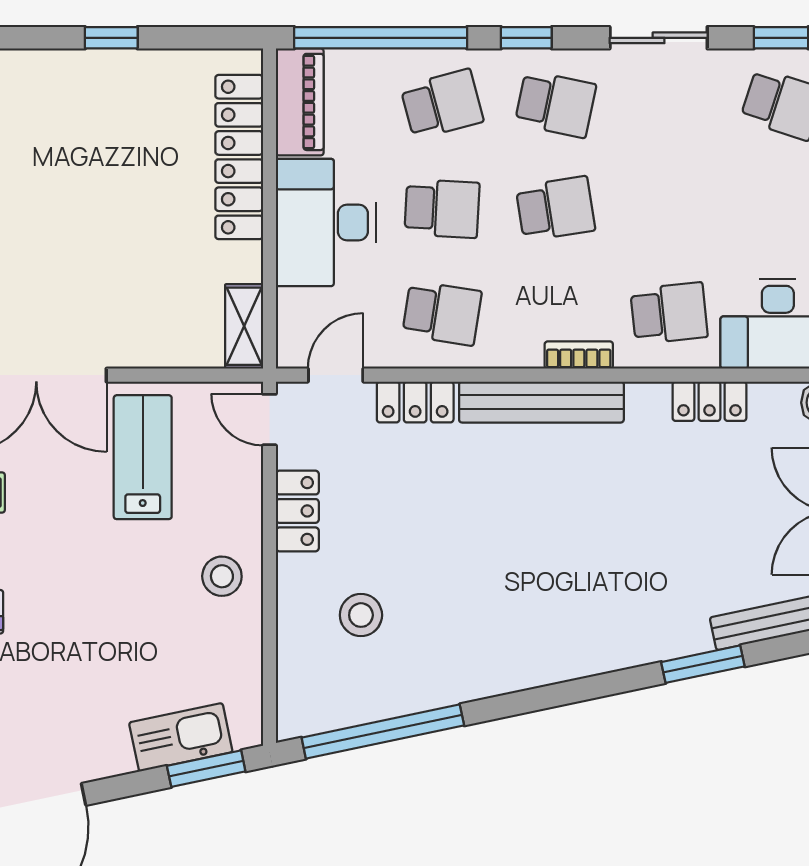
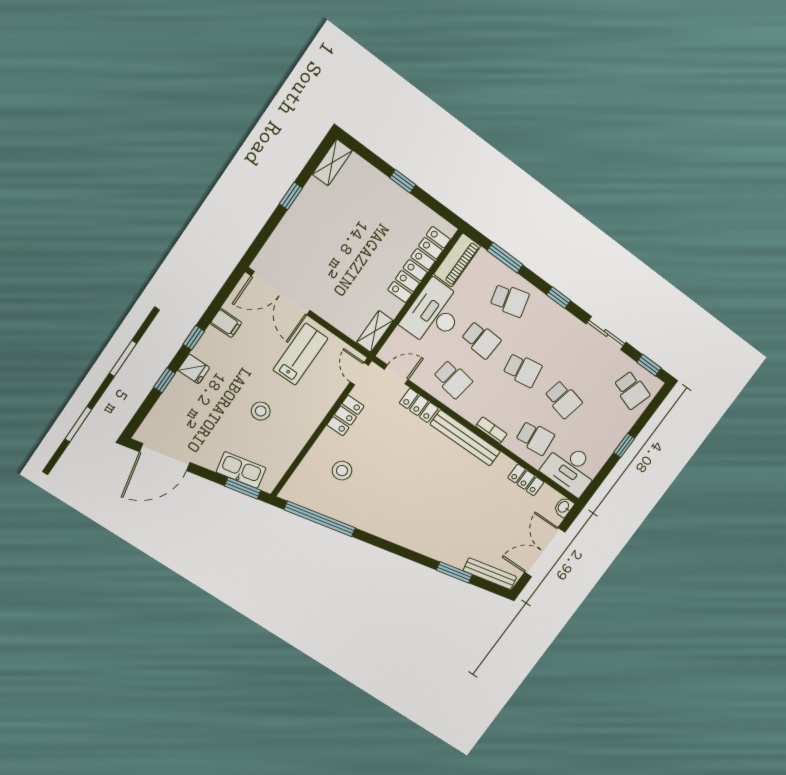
window: (381, 38) -> (505, 258), width x0.47
school desk: (556, 104) -> (563, 399), moved
stool: (222, 576) -> (261, 411), moved

